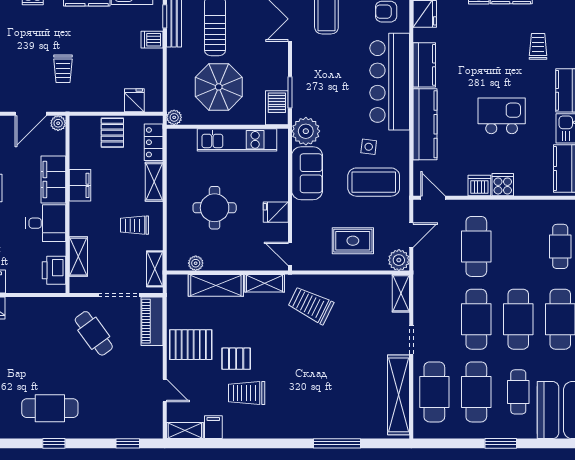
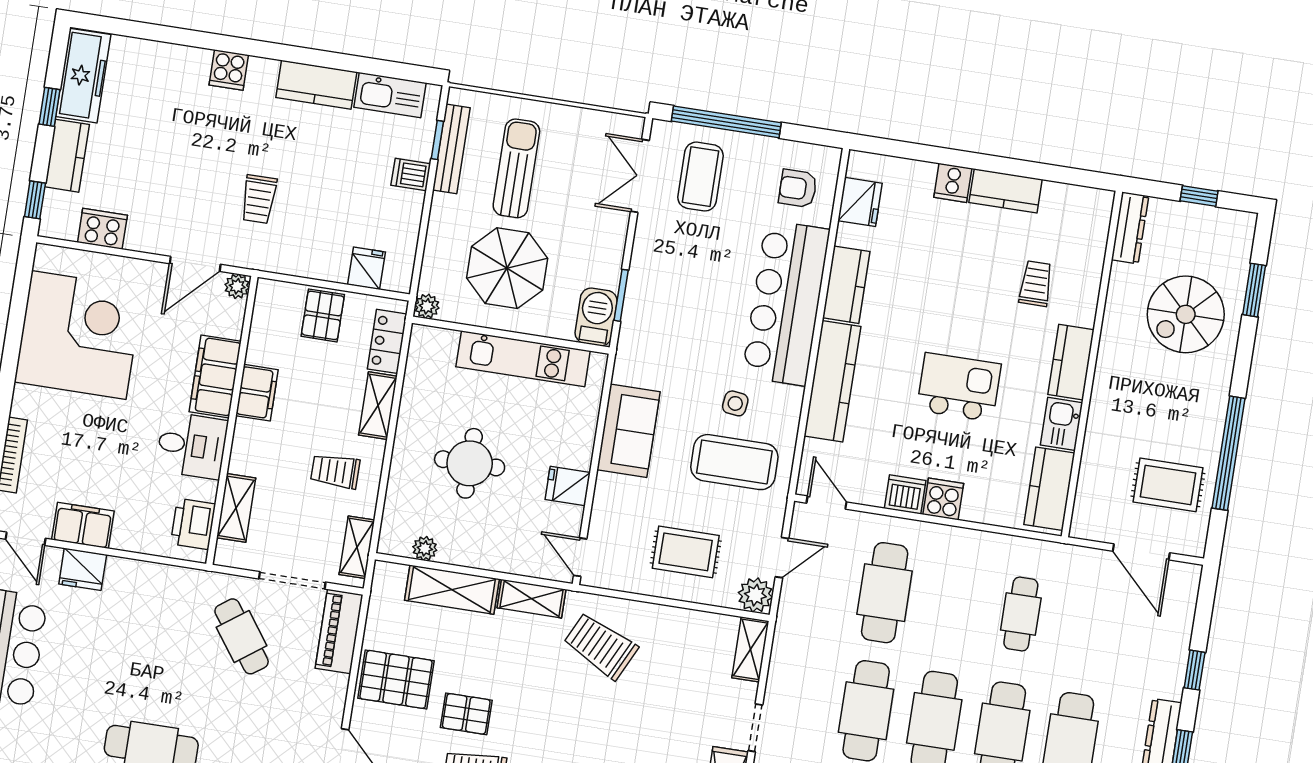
plant: (306, 131) -> (637, 362), removed

